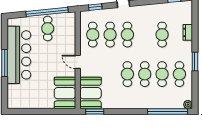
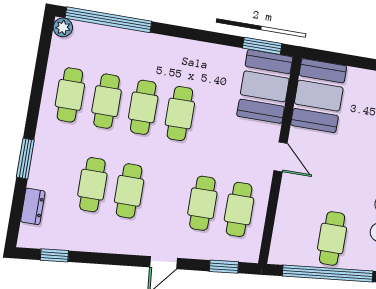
dresser: (188, 32) -> (33, 206), moved
cafe table: (127, 35) -> (129, 191), moved
window: (195, 61) -> (25, 159), moved

